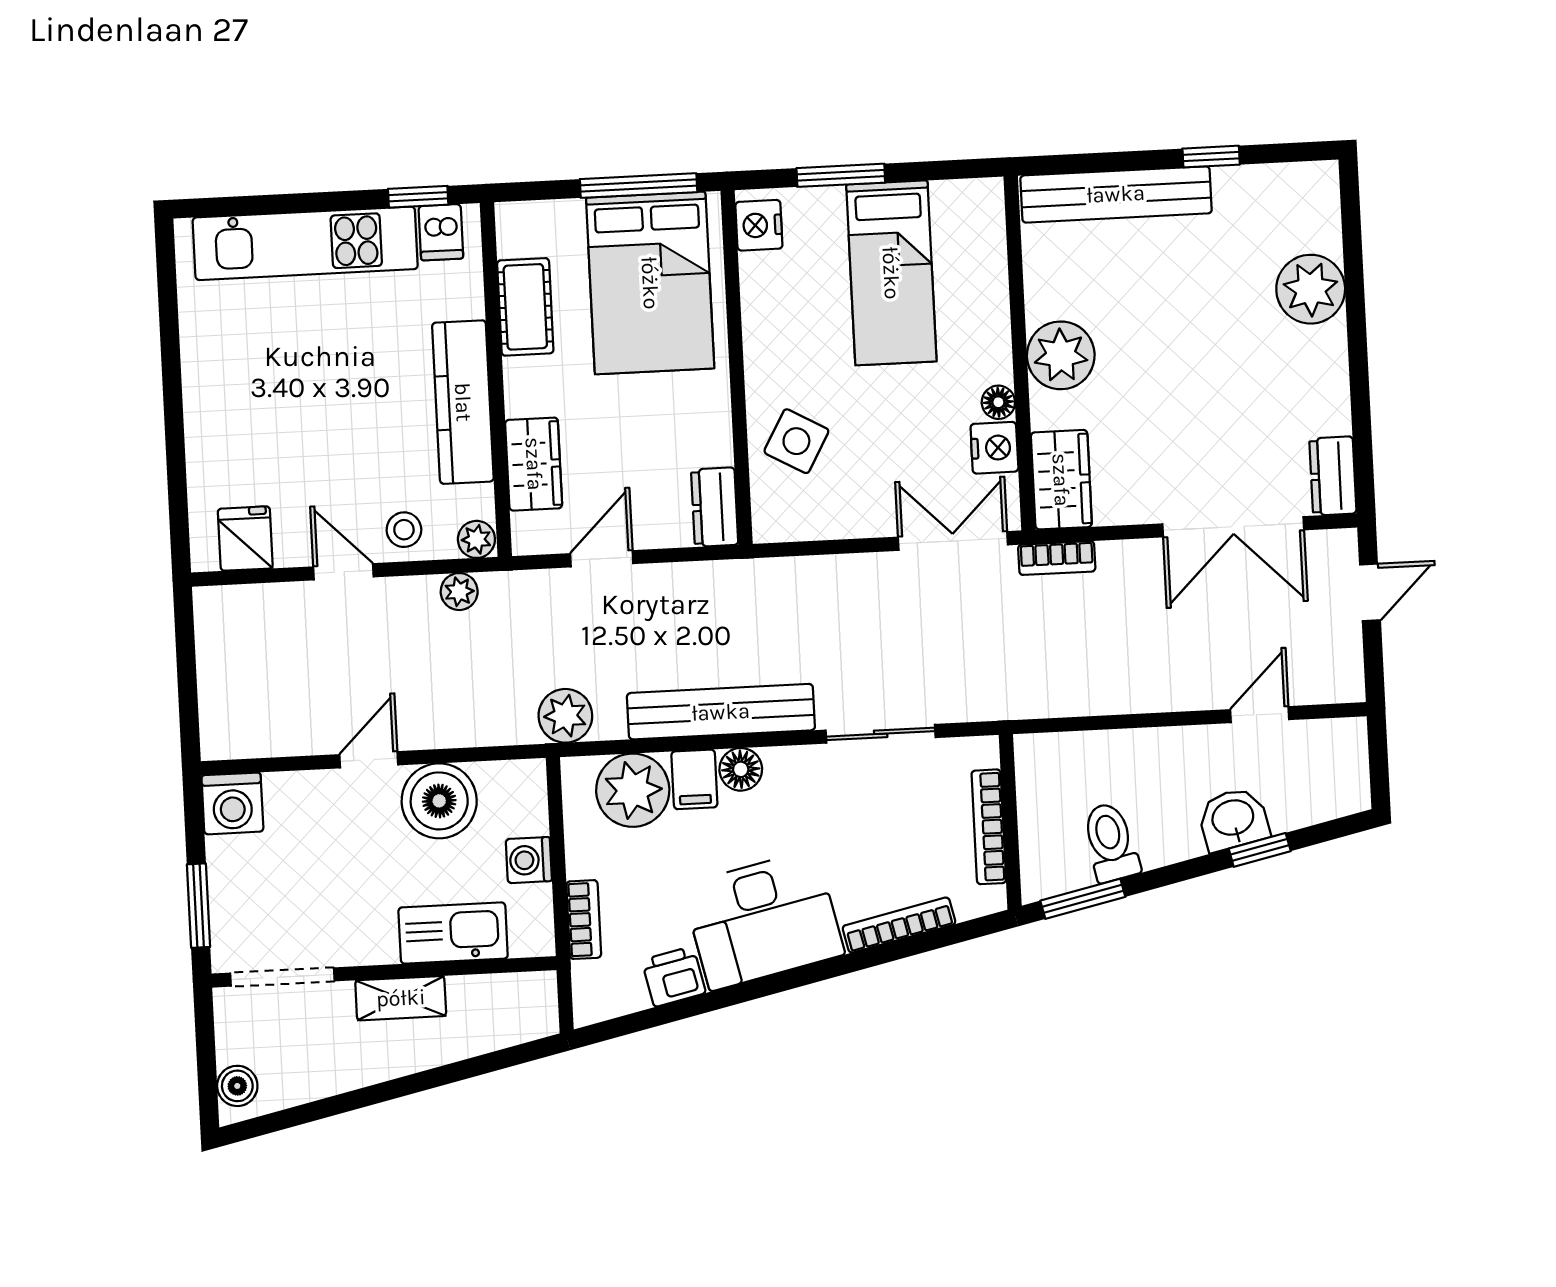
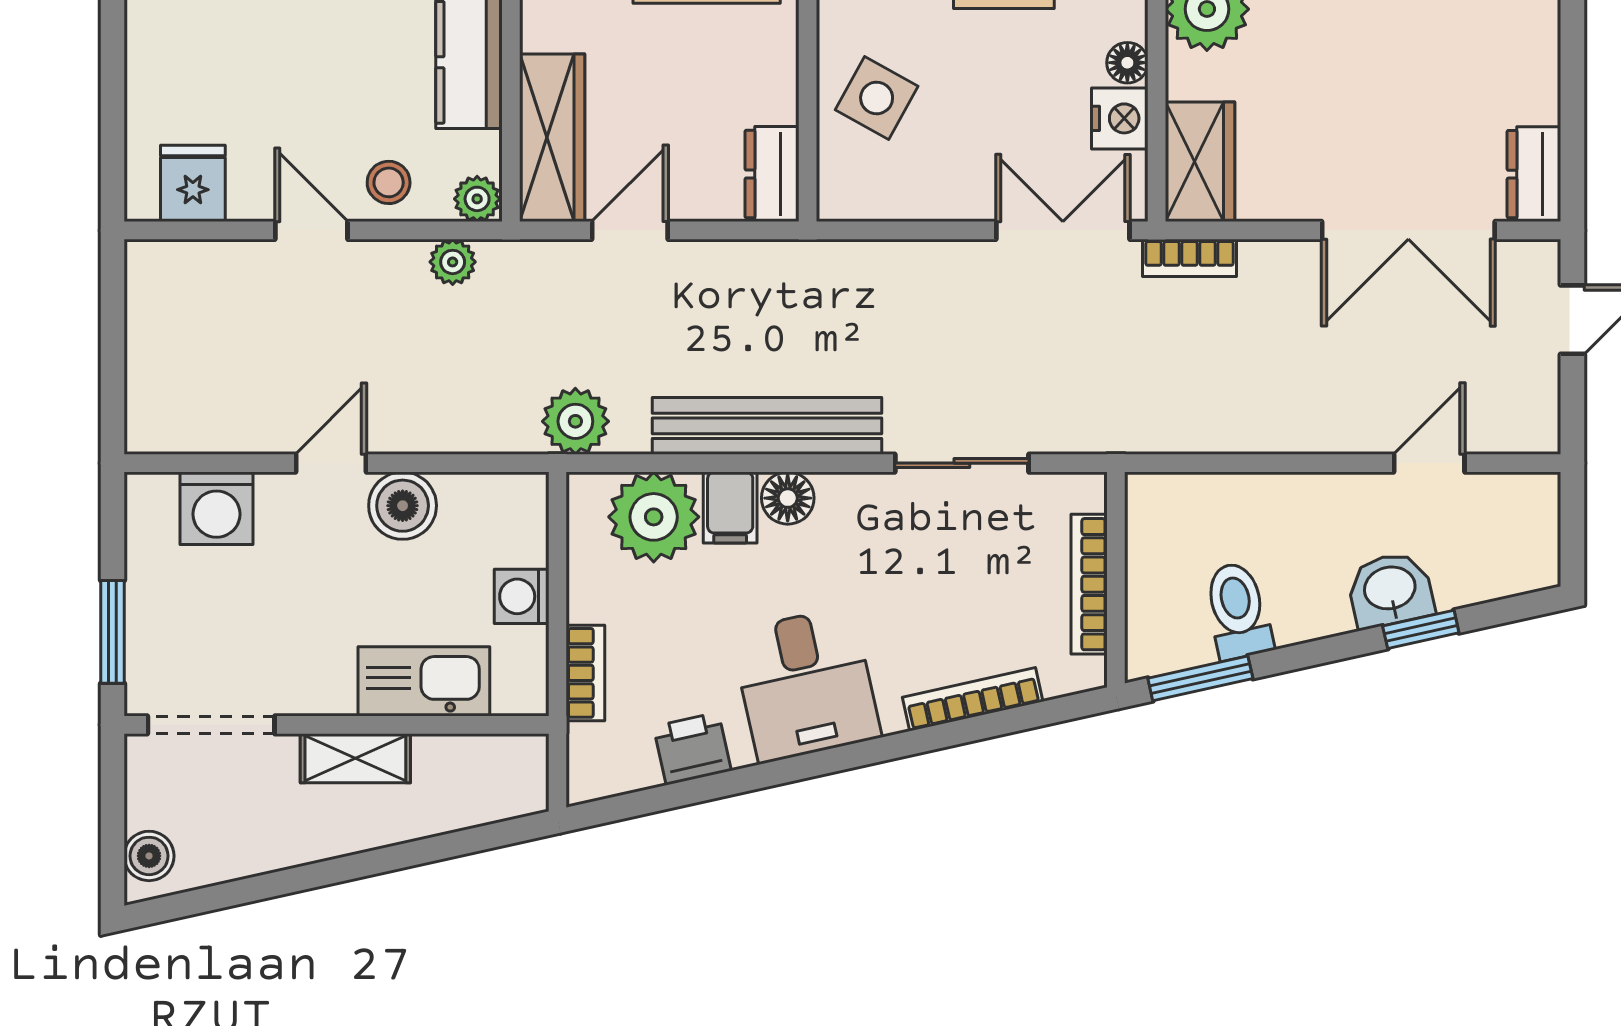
wardrobe: (534, 464) -> (552, 138), width x1.50
boiler: (439, 801) -> (403, 506), width x0.73, depth x0.73
washing machine: (232, 803) -> (217, 508), moved
desk: (763, 920) -> (806, 684), width x0.73

